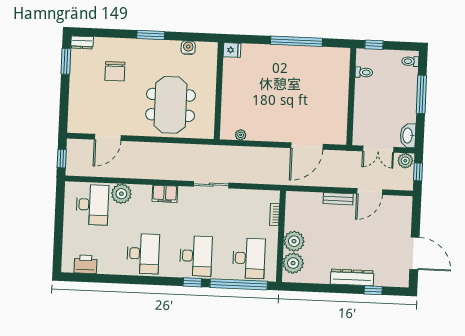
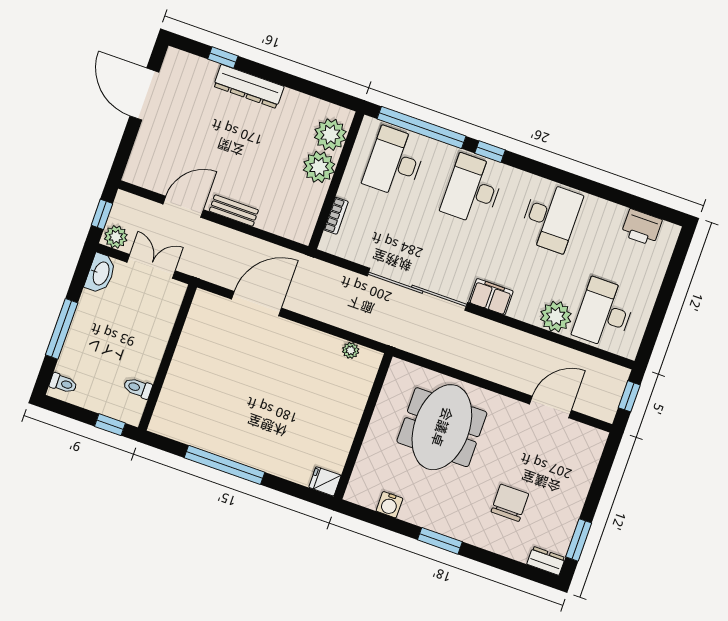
sliding door: (211, 185) -> (417, 289), width x1.86
desk: (143, 254) -> (551, 217), turned 180

